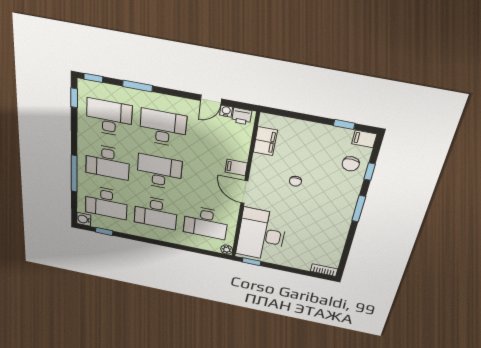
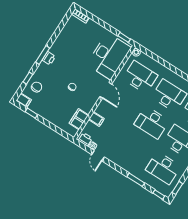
door: (211, 100) -> (98, 156), swing flipped
desk: (163, 128) -> (134, 150), removed
filing cabinet: (236, 168) -> (96, 119), moved
printer: (348, 207) -> (49, 58), added

